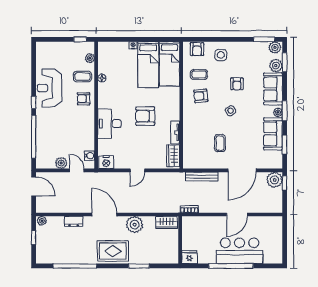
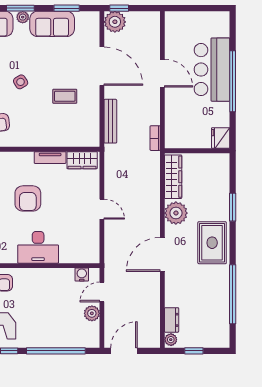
nightstand: (106, 162) -> (91, 252), removed
dresser: (74, 221) -> (172, 320), moved
wardrobe: (166, 222) -> (173, 177), width x1.50

